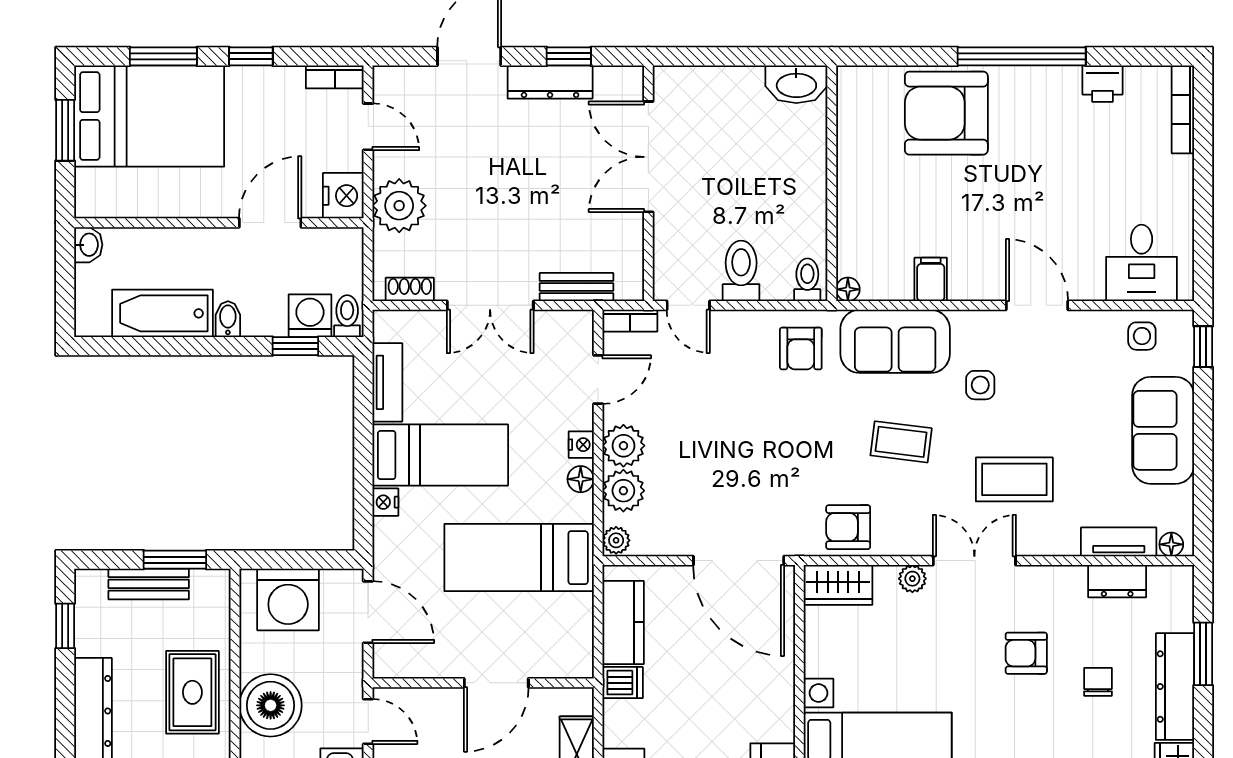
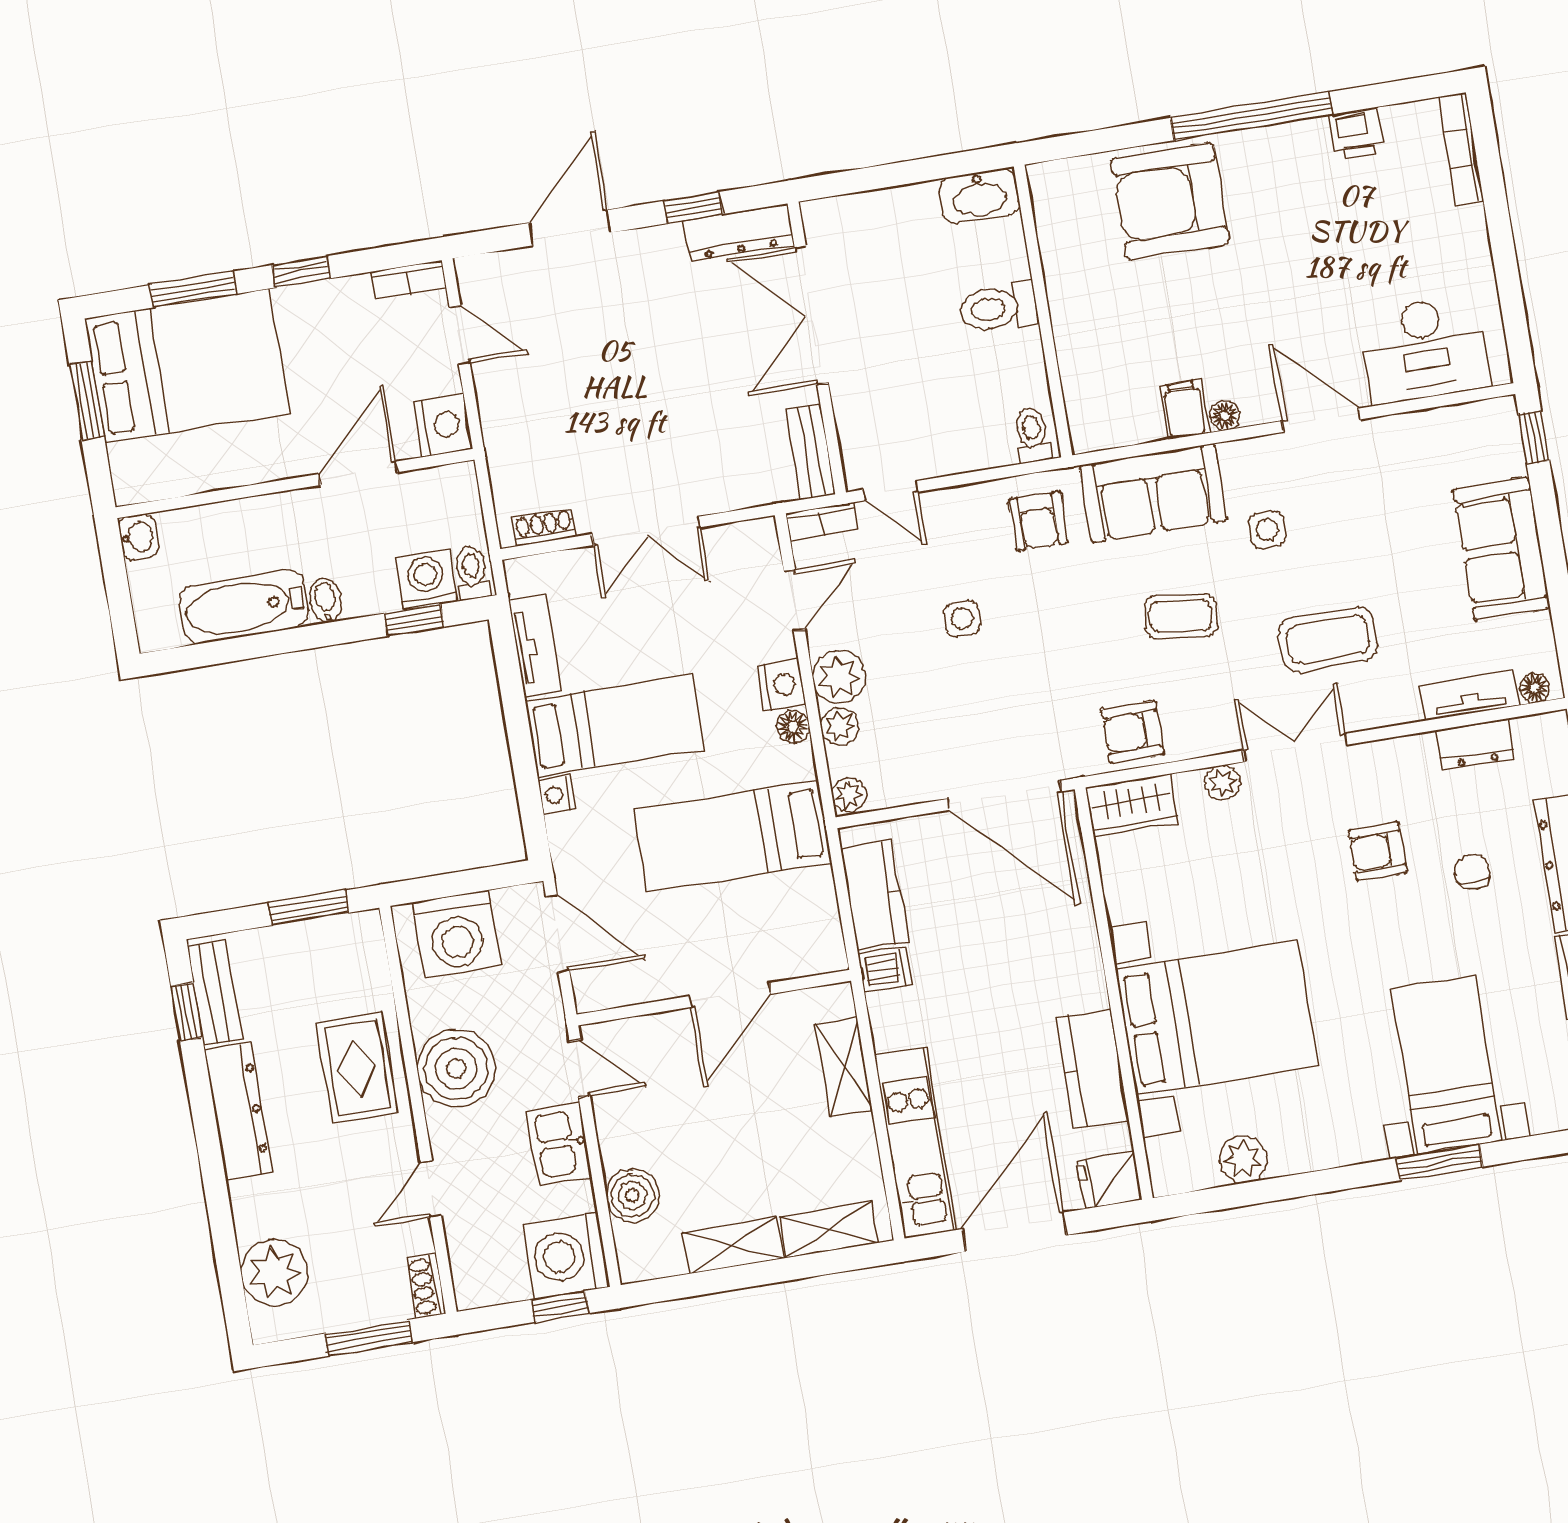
dresser: (550, 82) -> (739, 233), moved
plant: (399, 206) -> (514, 426), removed
desk: (1142, 263) -> (1425, 349), width x1.37
toilet: (741, 271) -> (999, 308), moved, turned -90
bench: (576, 287) -> (811, 452), moved, turned 90
floor lamp: (848, 289) -> (1225, 416), moved
side table: (1142, 336) -> (962, 618), moved
nightstand: (581, 445) -> (781, 685), width x1.39, depth x1.35
plant: (623, 491) -> (840, 726), width x0.73, depth x0.73
bench: (149, 584) -> (214, 993), moved, turned 90

